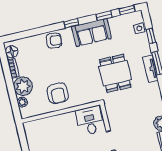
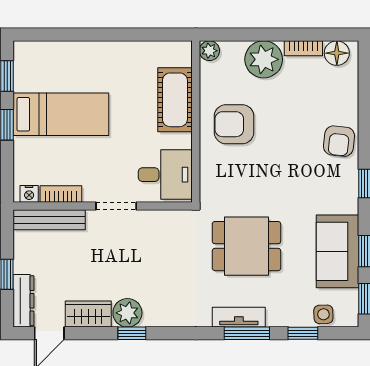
sofa: (92, 32) -> (338, 251), moved
plant: (22, 102) -> (209, 51), moved
cot: (53, 124) -> (175, 100), added

